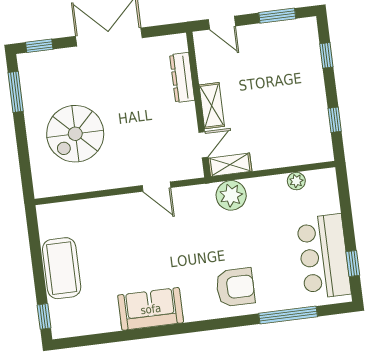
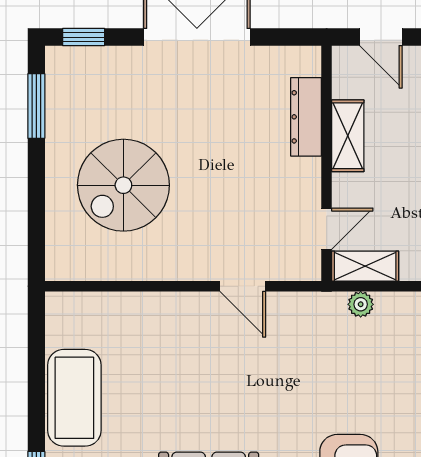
shelving: (212, 106) -> (348, 136), moved
plant: (231, 195) -> (361, 304), width x0.53, depth x0.53

